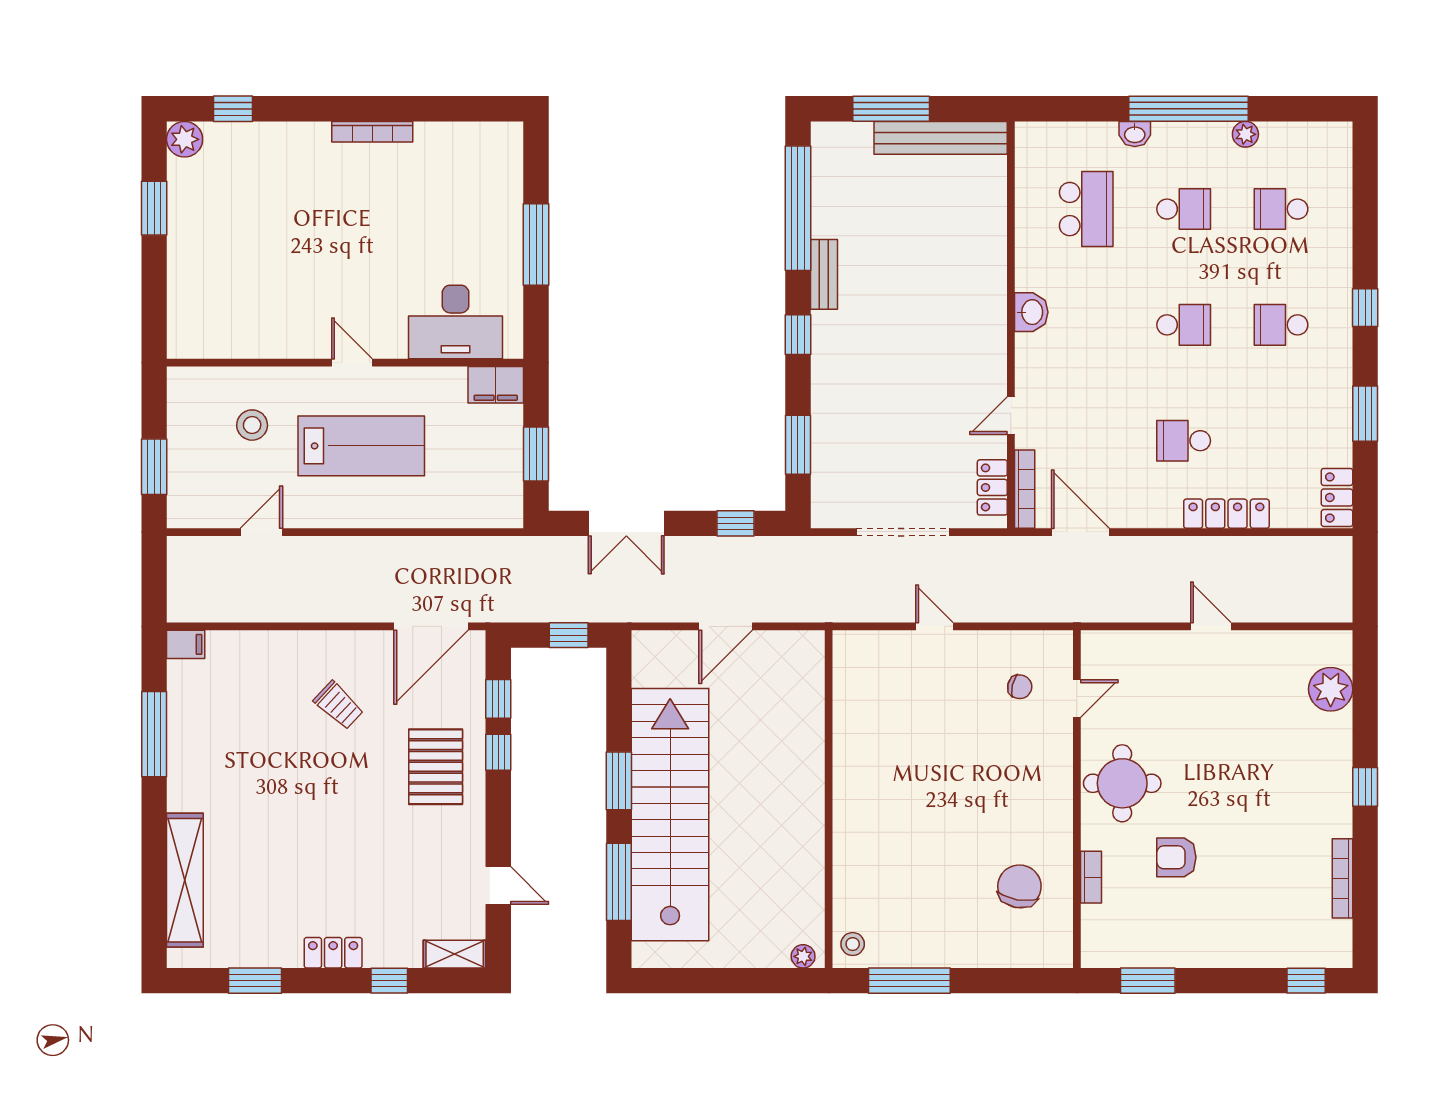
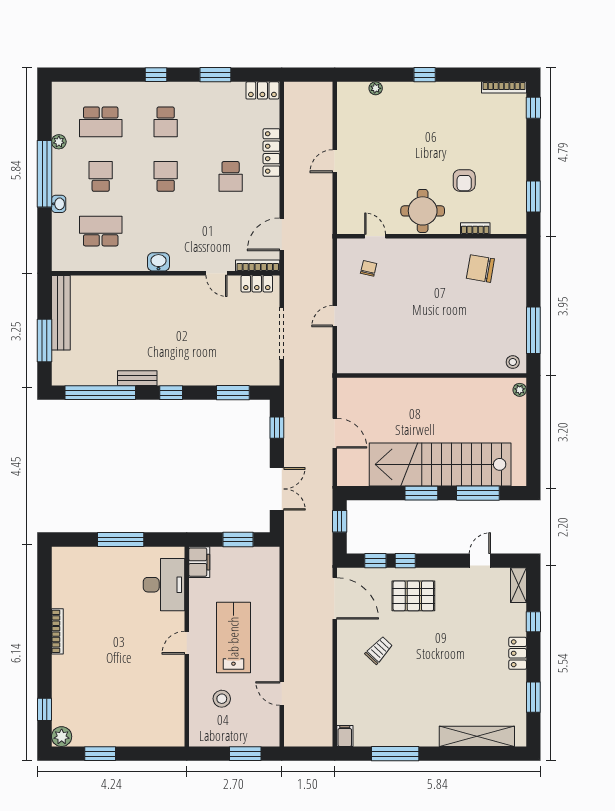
school desk: (1281, 209) -> (101, 122), width x1.85
plant: (1331, 689) -> (376, 88), width x0.53, depth x0.53
bookcase: (1342, 878) -> (504, 87), moved

